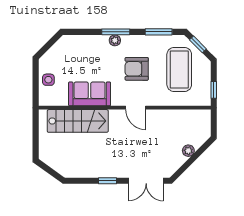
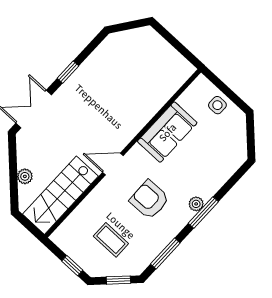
armchair: (137, 69) -> (149, 200), turned -91
coffee table: (179, 69) -> (111, 240), width x0.54, depth x0.58
window: (214, 90) -> (72, 266), moved
stairs: (78, 121) -> (60, 195), moved

